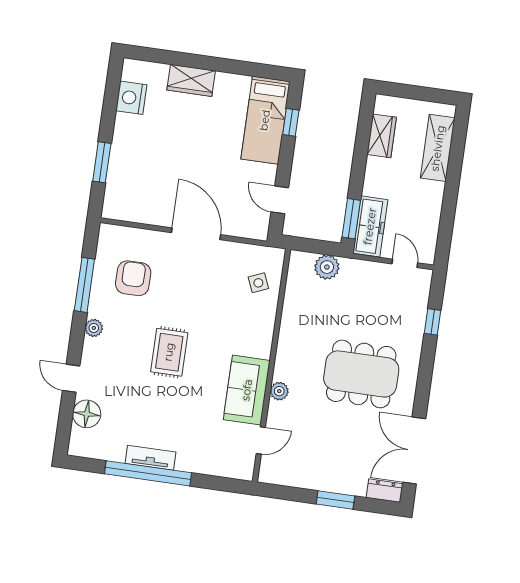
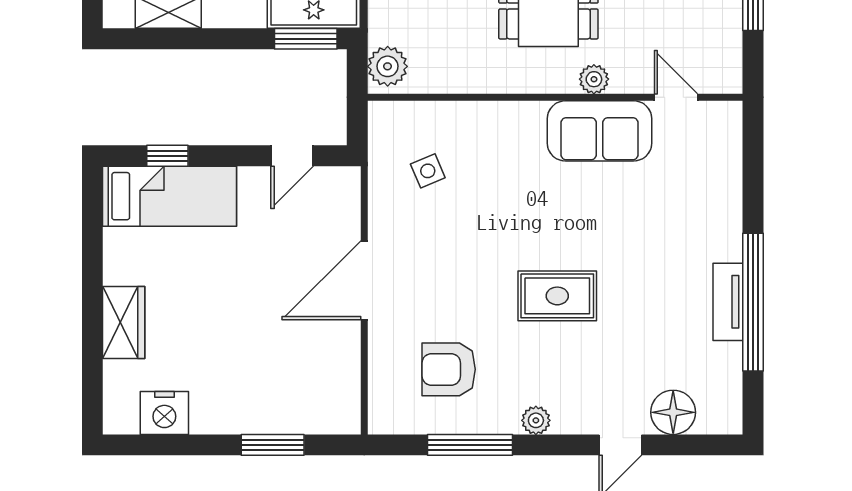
wall: (271, 365) -> (555, 97), moved
sofa: (247, 390) -> (600, 131), moved
plant: (279, 391) -> (594, 79), moved
door: (261, 440) -> (676, 97), moved

